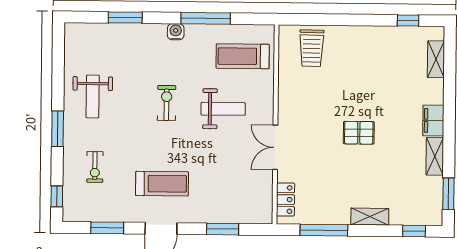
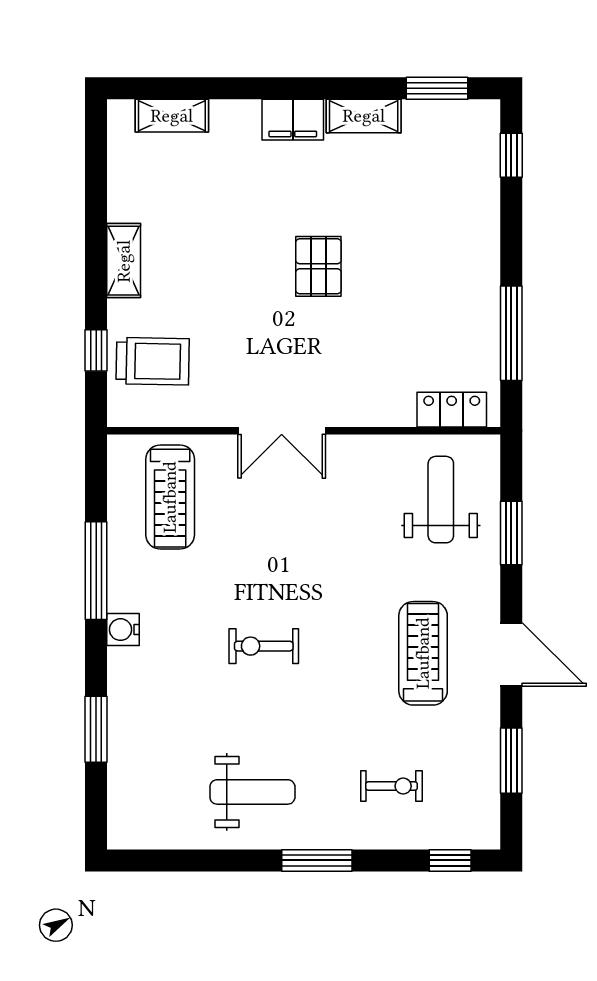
window: (408, 20) -> (96, 350), moved
weight bench: (223, 109) -> (441, 500), moved
double door: (275, 147) -> (282, 431), moved
shelving: (370, 217) -> (124, 261), moved

